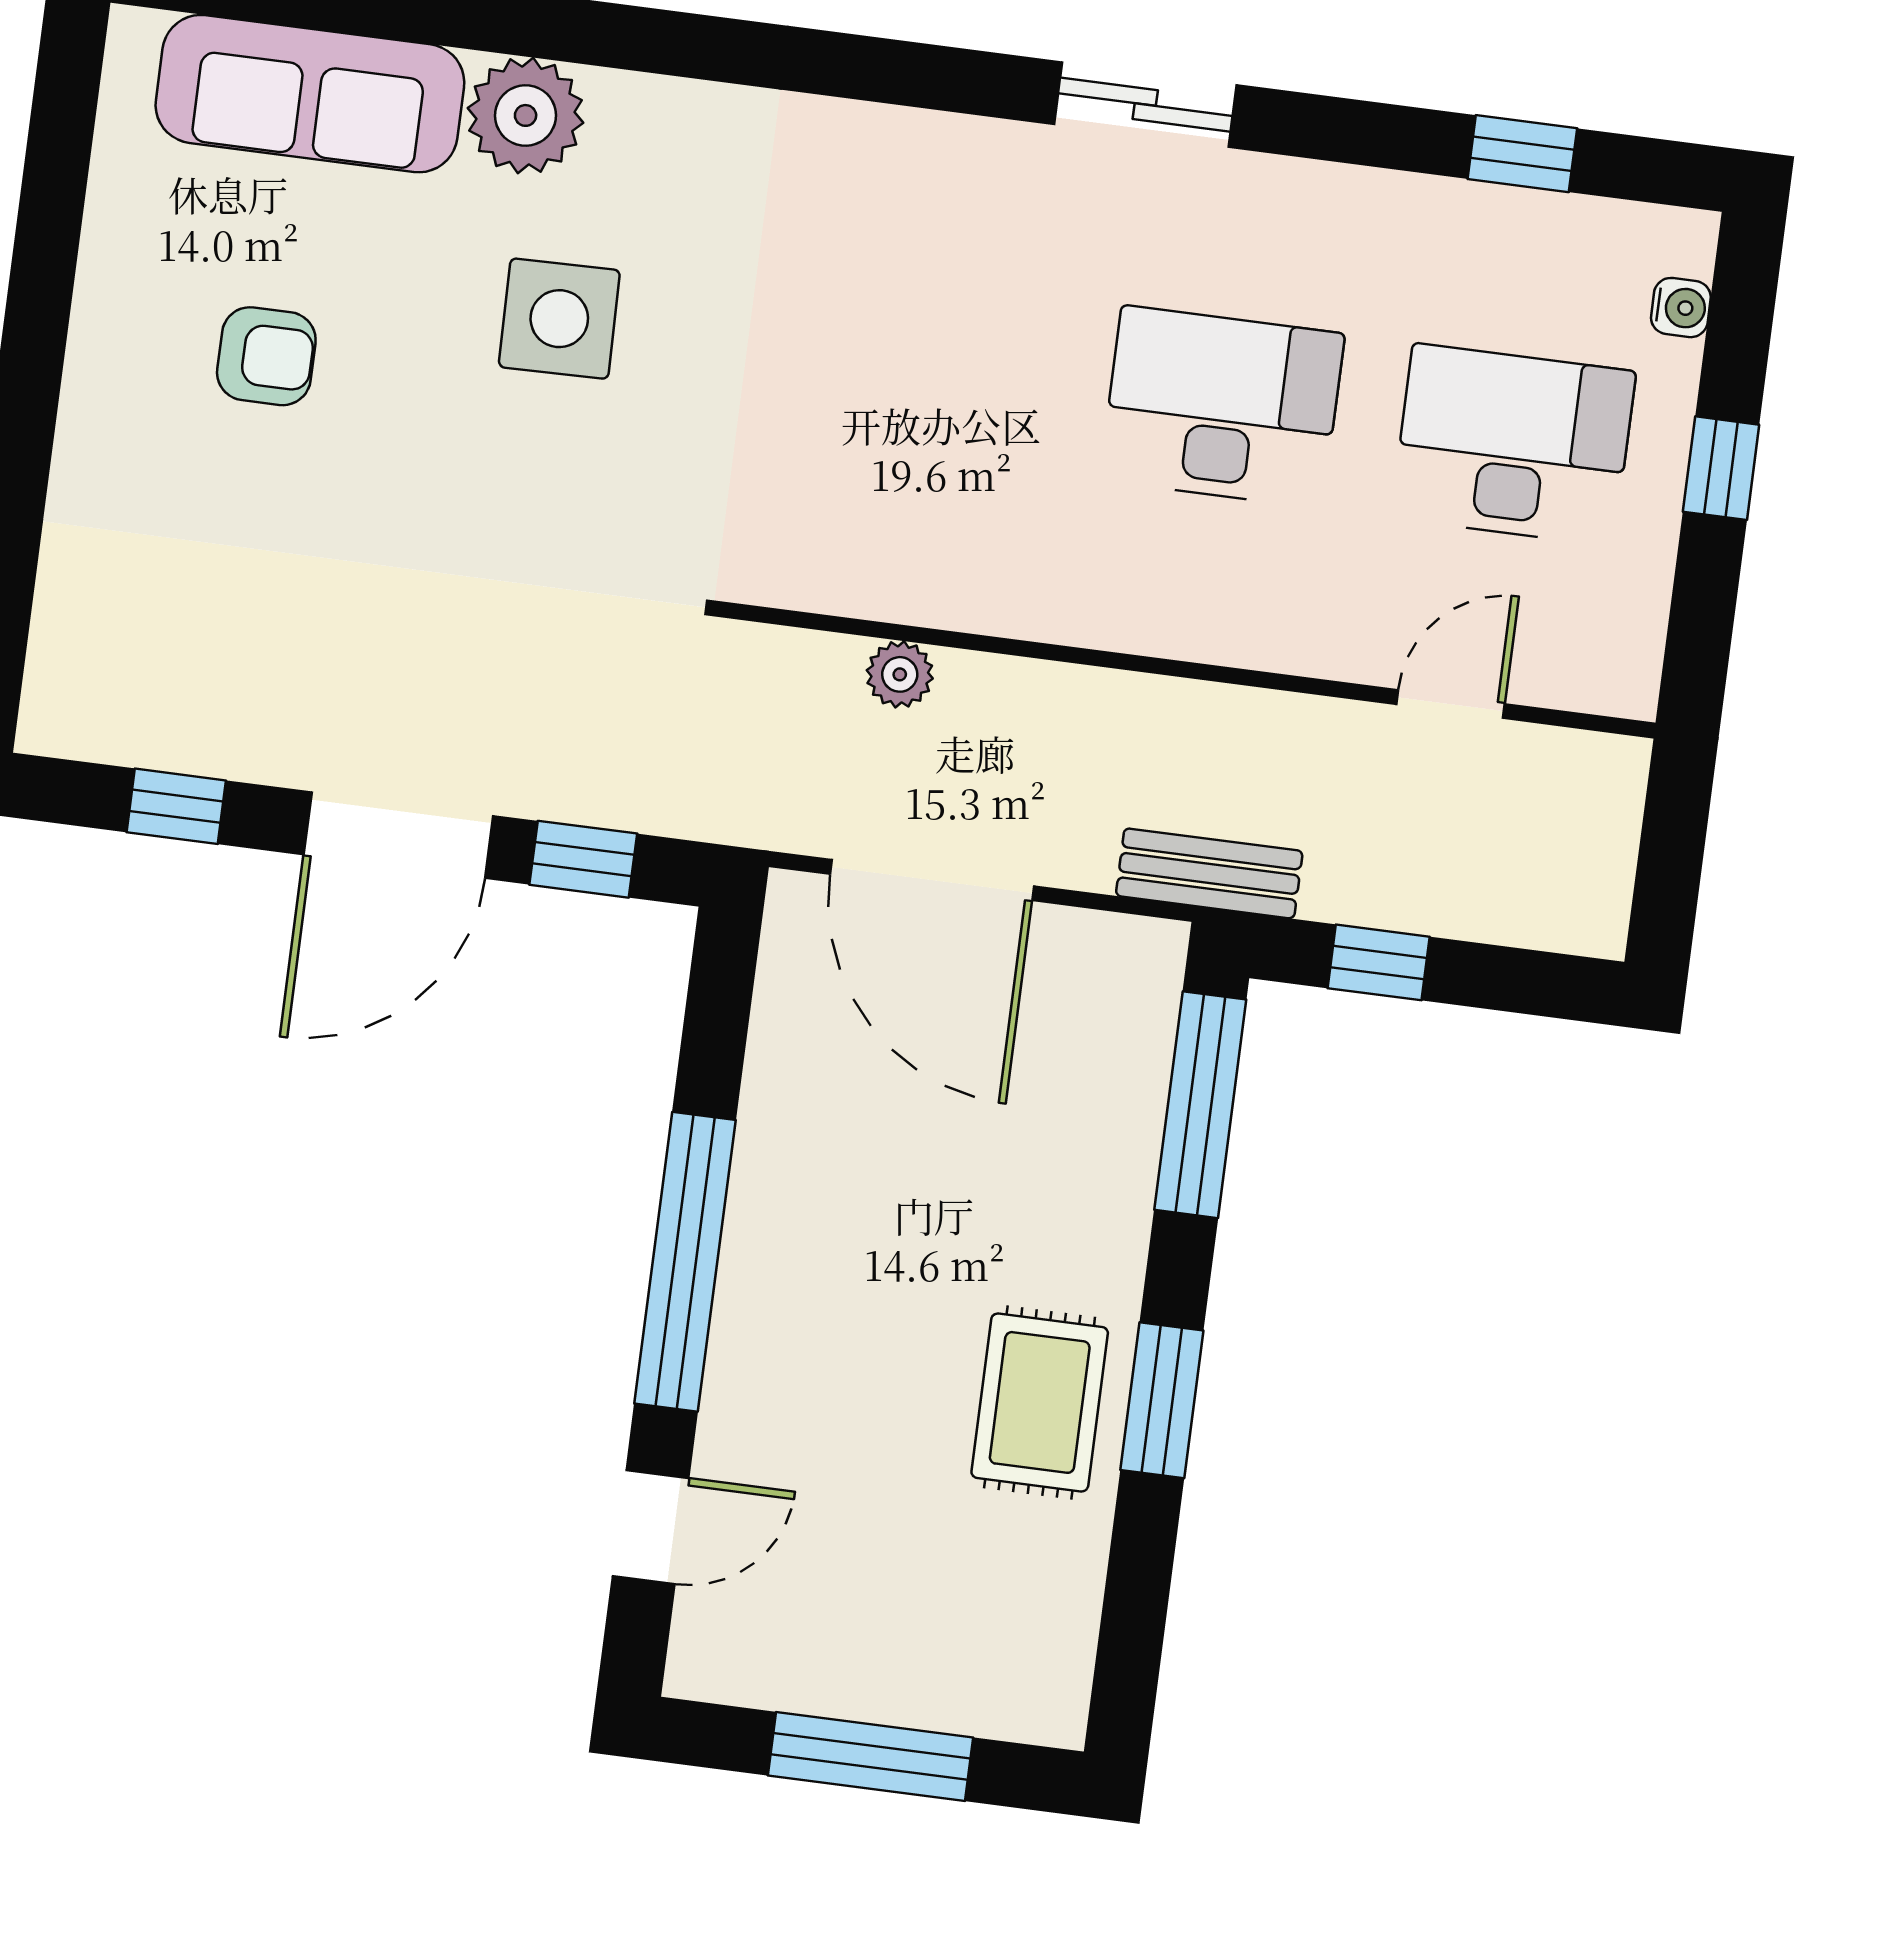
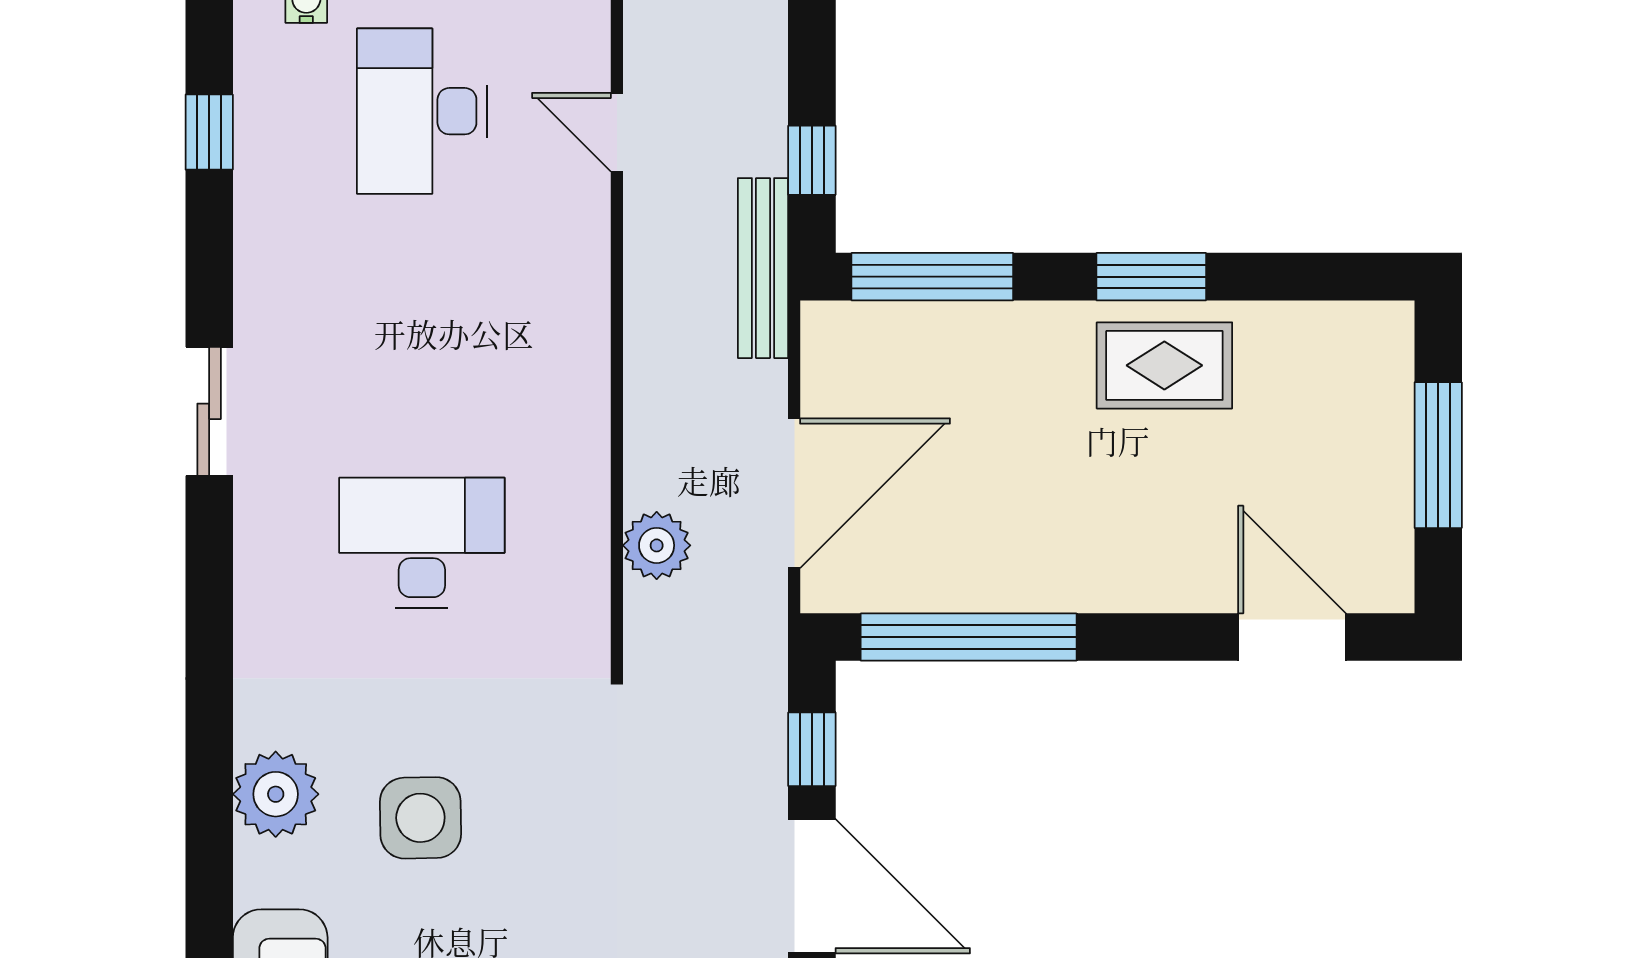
plant: (526, 115) -> (276, 794), moved
desk: (1222, 407) -> (422, 543), moved, turned 90
plant: (900, 674) -> (657, 545), width x1.38, depth x1.38
bench: (1209, 873) -> (763, 268), width x1.36
window: (685, 1262) -> (969, 637), moved
door: (651, 1527) -> (1292, 637), width x1.38

